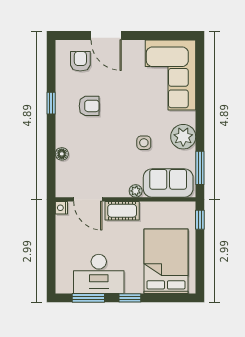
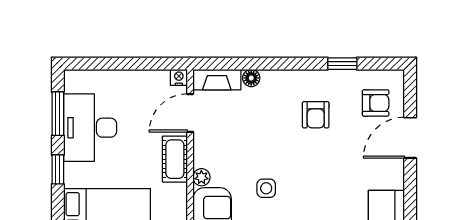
window: (51, 103) -> (342, 64), moved
fireplace: (63, 180) -> (217, 80), added

